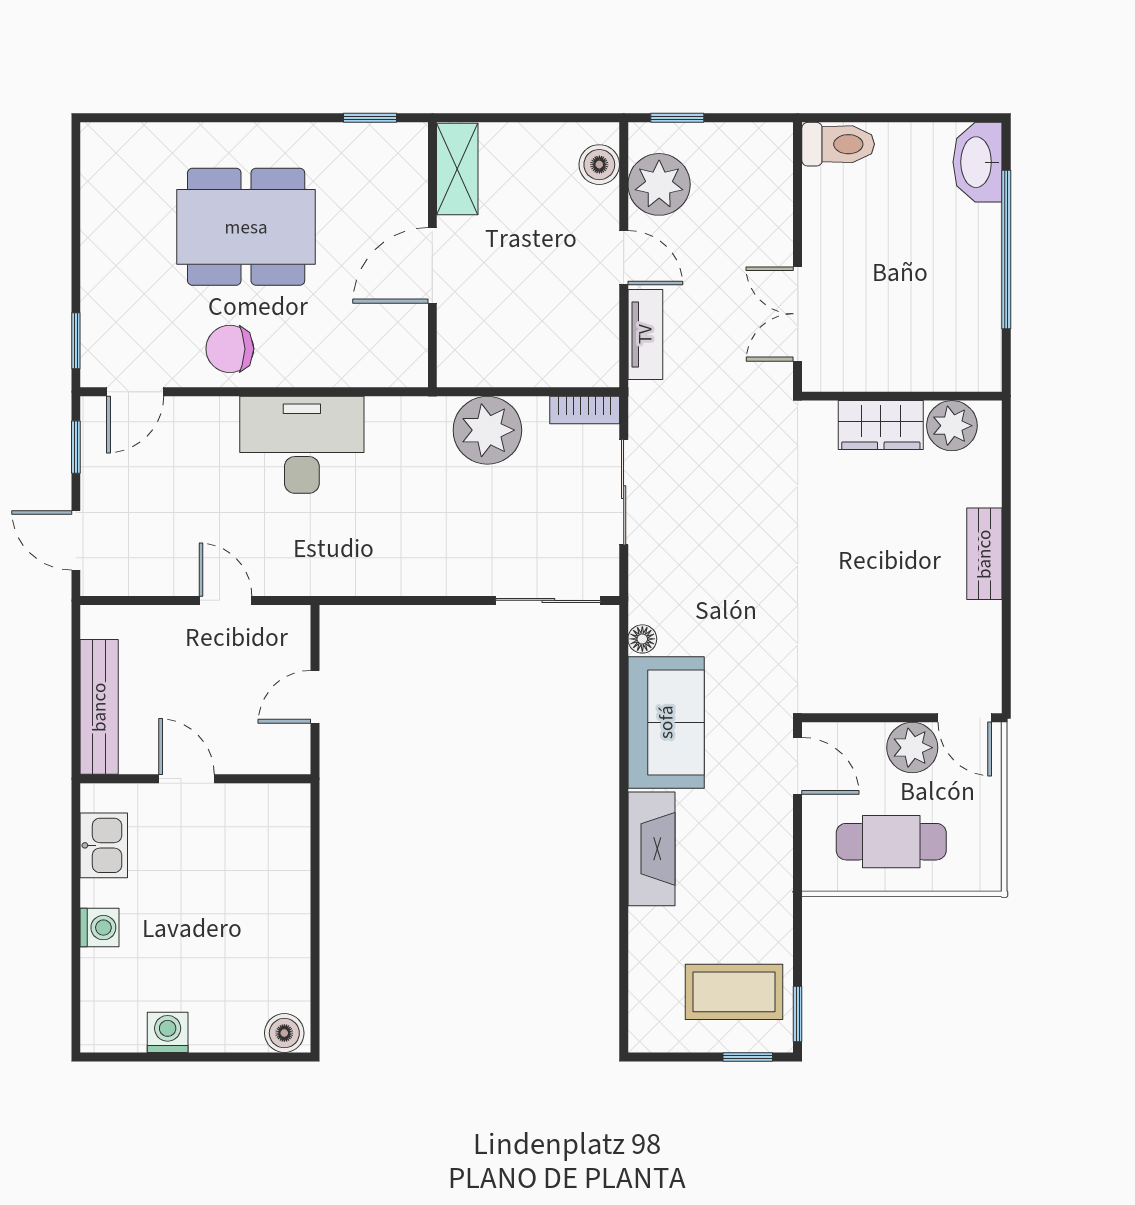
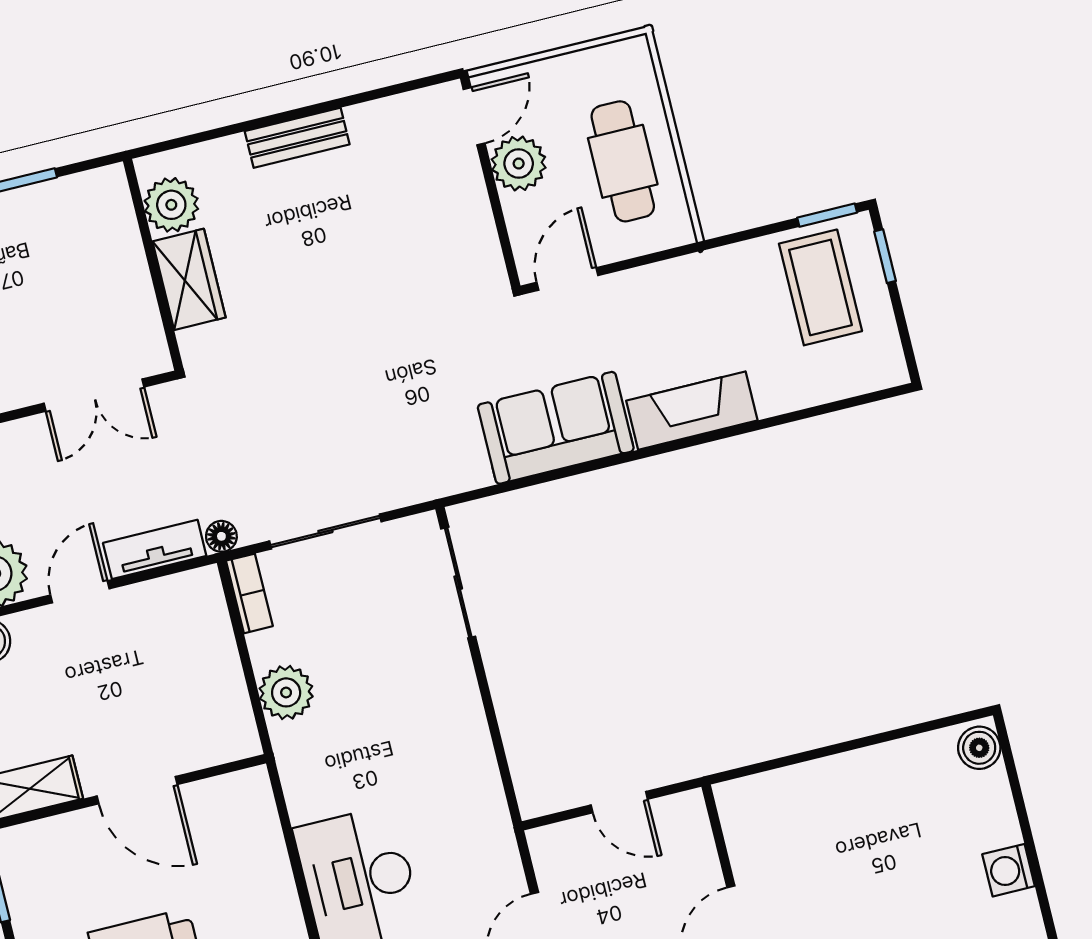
plant: (487, 430) -> (286, 692), width x0.73, depth x0.73
floor lamp: (642, 639) -> (221, 536), moved

